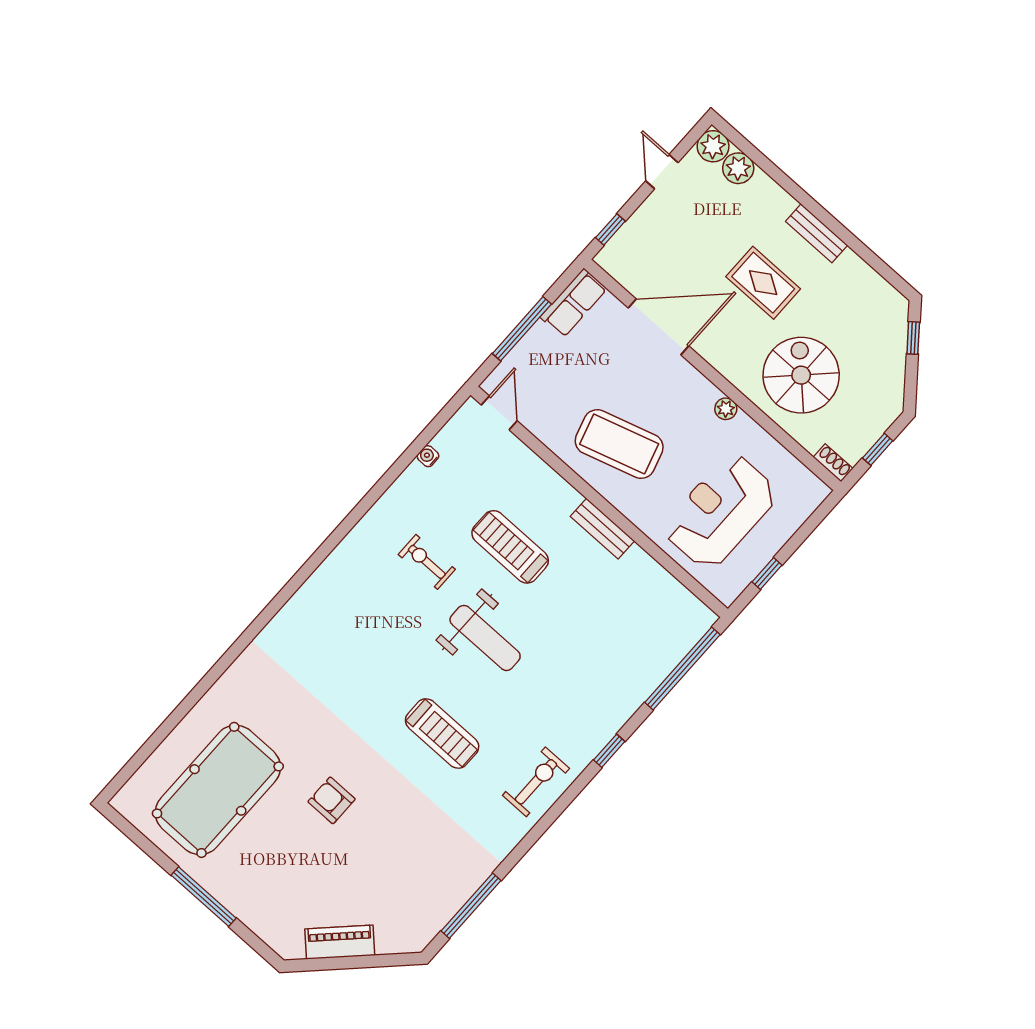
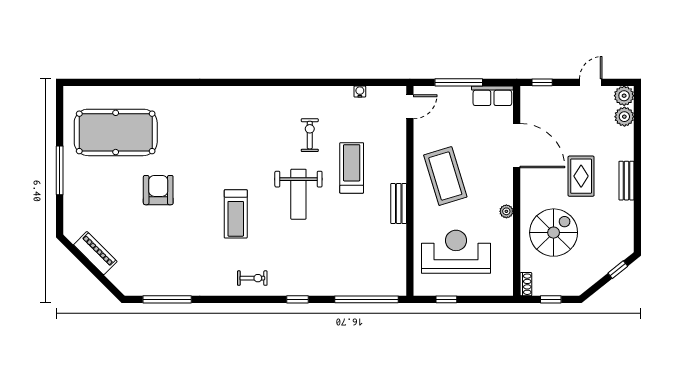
exercise bike: (536, 782) -> (252, 278), width x0.73, depth x0.72
armchair: (332, 800) -> (158, 190), width x1.38, depth x1.38

